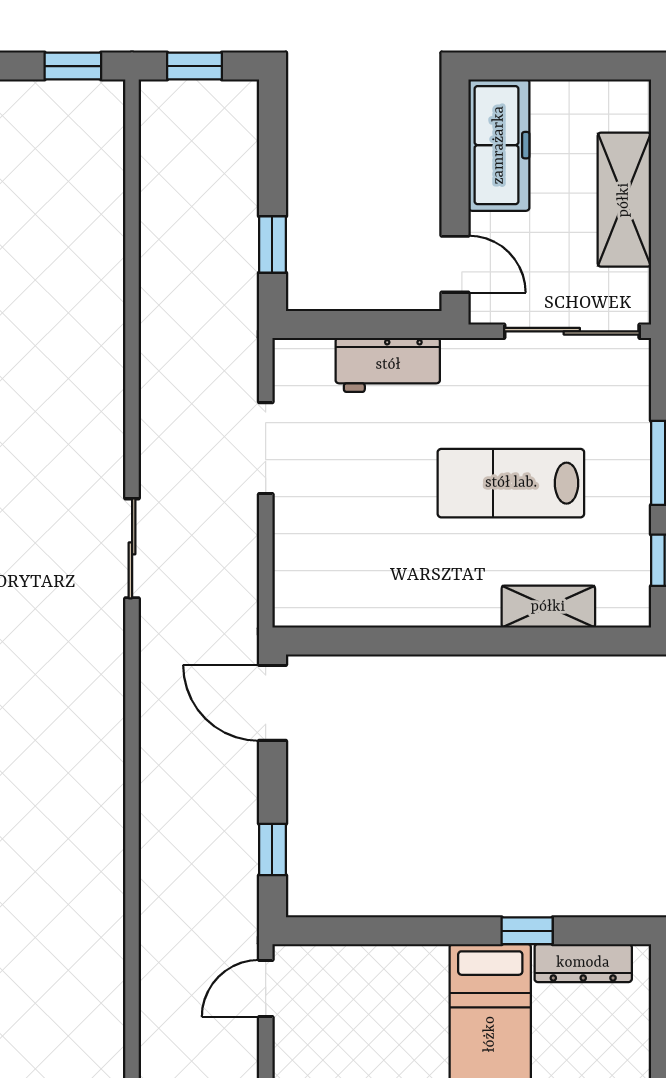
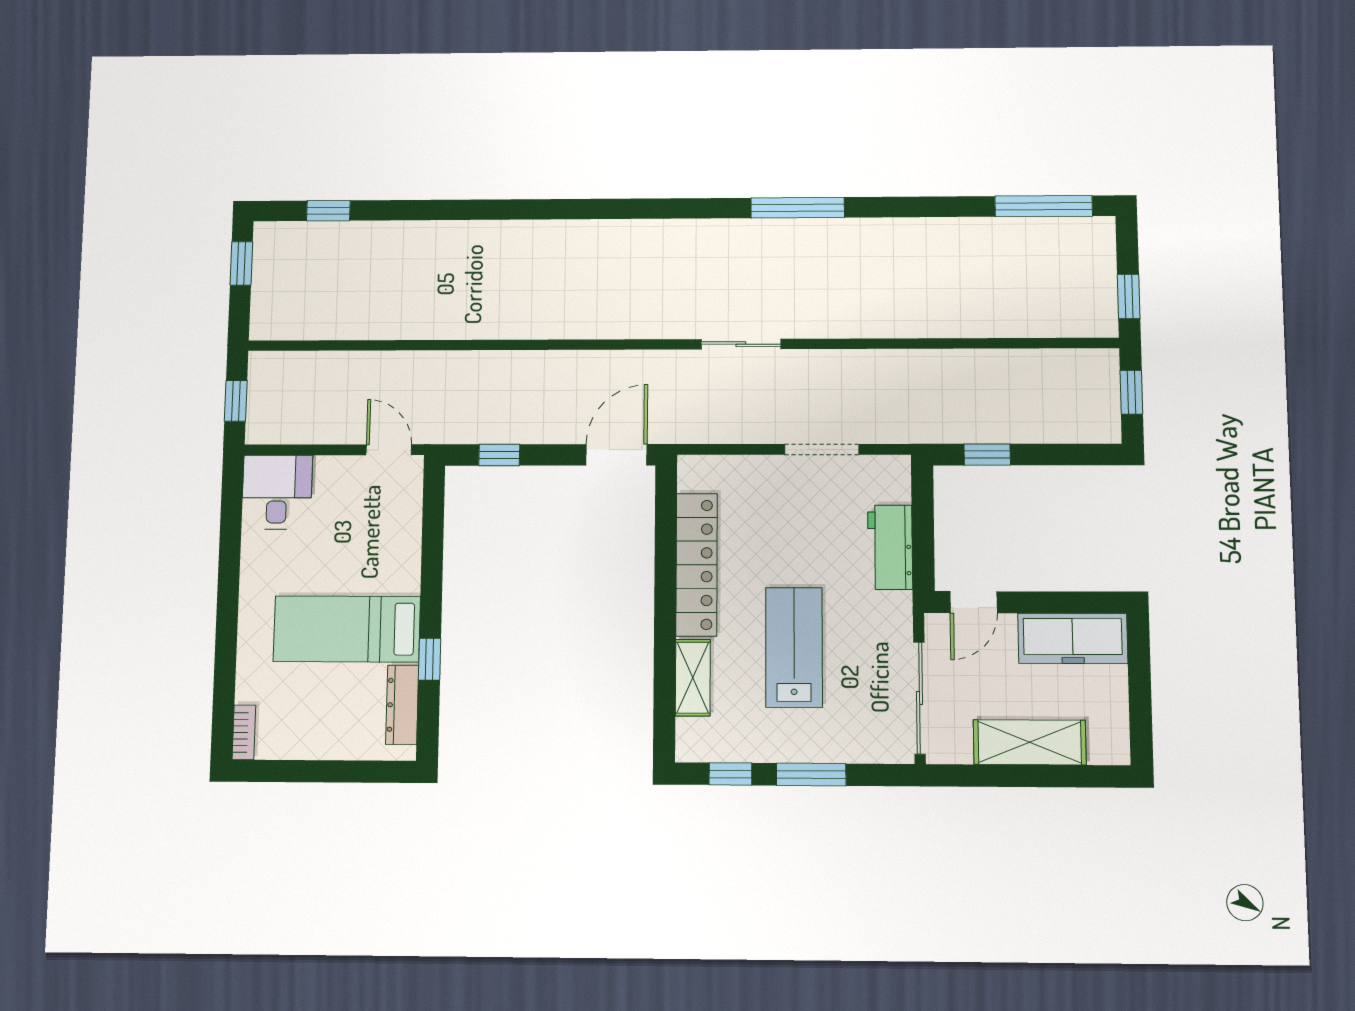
locker: (410, 603) -> (697, 565), added

